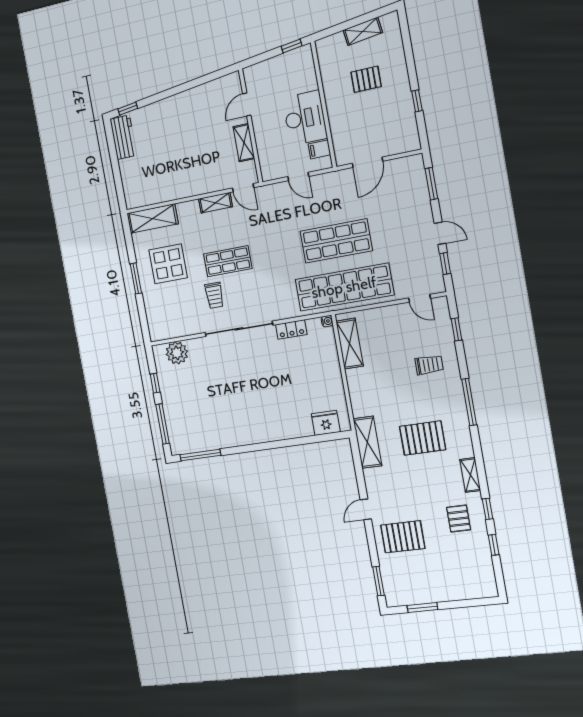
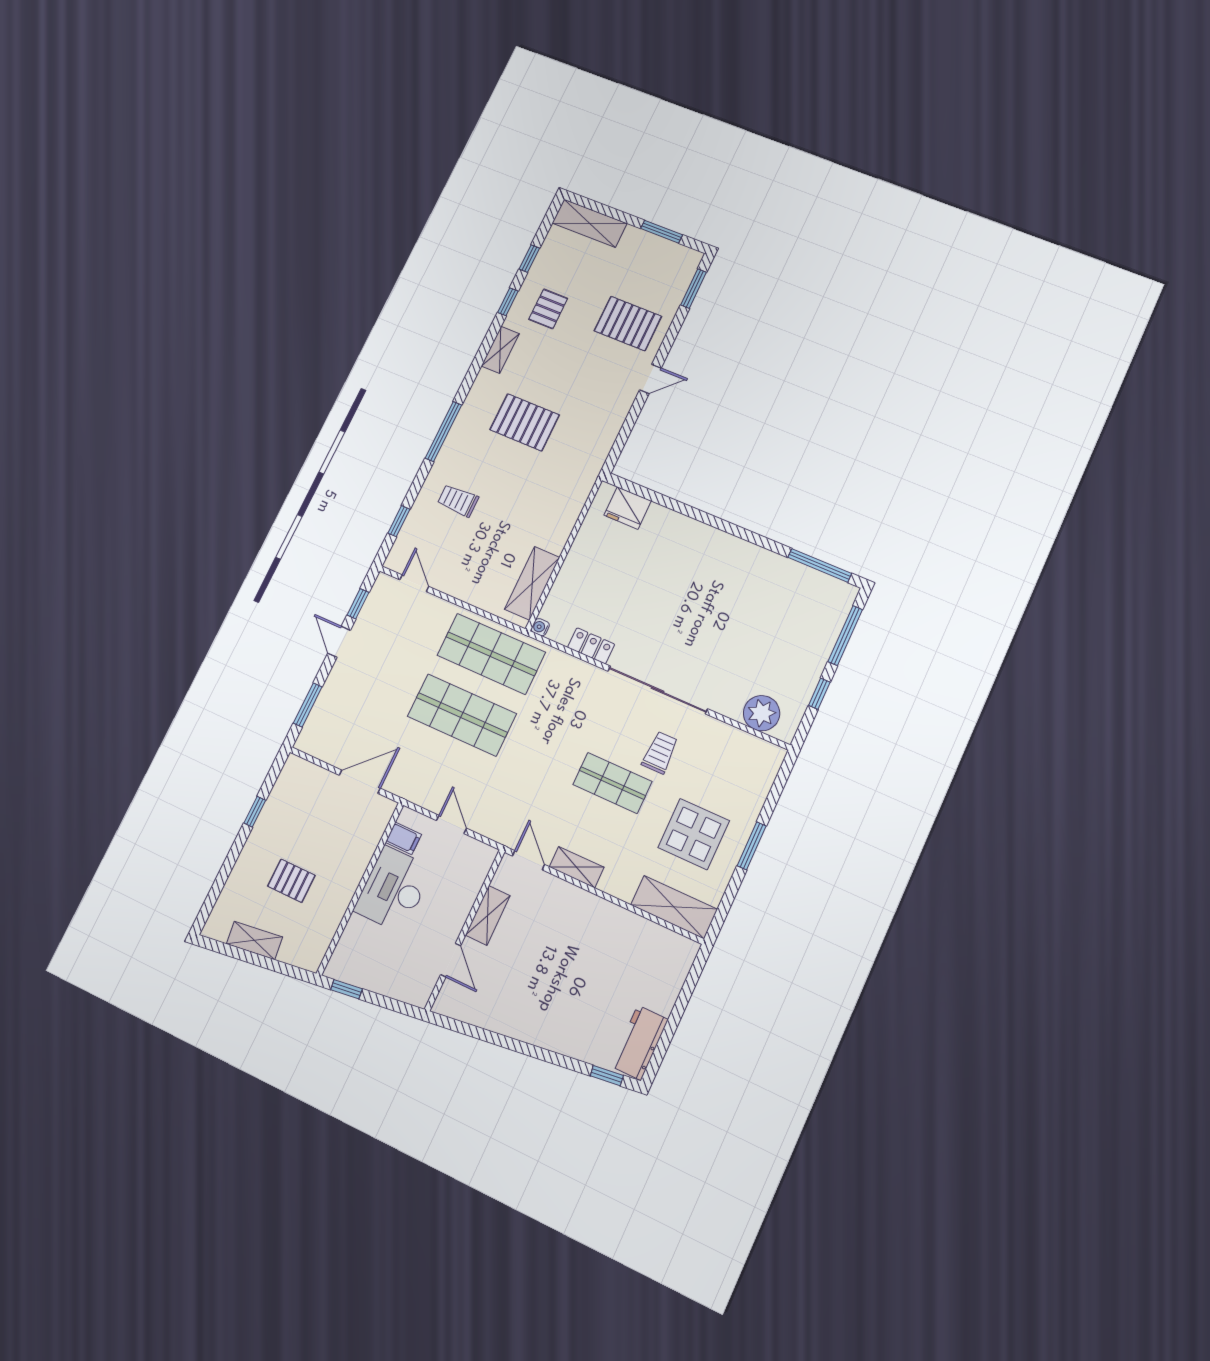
door: (247, 105) -> (451, 960), hinge flipped
shop shelf: (344, 287) -> (491, 654), width x0.71
shelving: (367, 442) -> (589, 223), moved, turned 90

